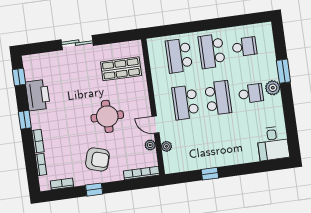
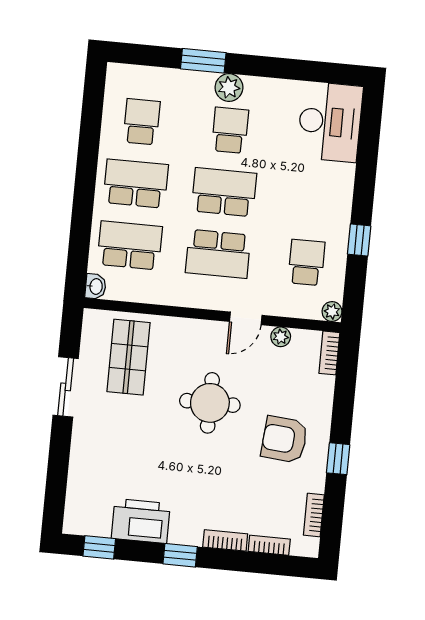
sliding door: (77, 43) -> (66, 387), moved
washbasin: (154, 43) -> (96, 286), added
school desk: (212, 51) -> (136, 184), turned 180
school desk: (179, 56) -> (130, 245), turned 180
desk: (273, 143) -> (330, 122), width x1.37
plant: (166, 146) -> (332, 312), moved
school desk: (192, 149) -> (306, 262), added
armchair: (97, 159) -> (284, 439), turned -102
bookcase: (141, 173) -> (329, 353), width x0.64

